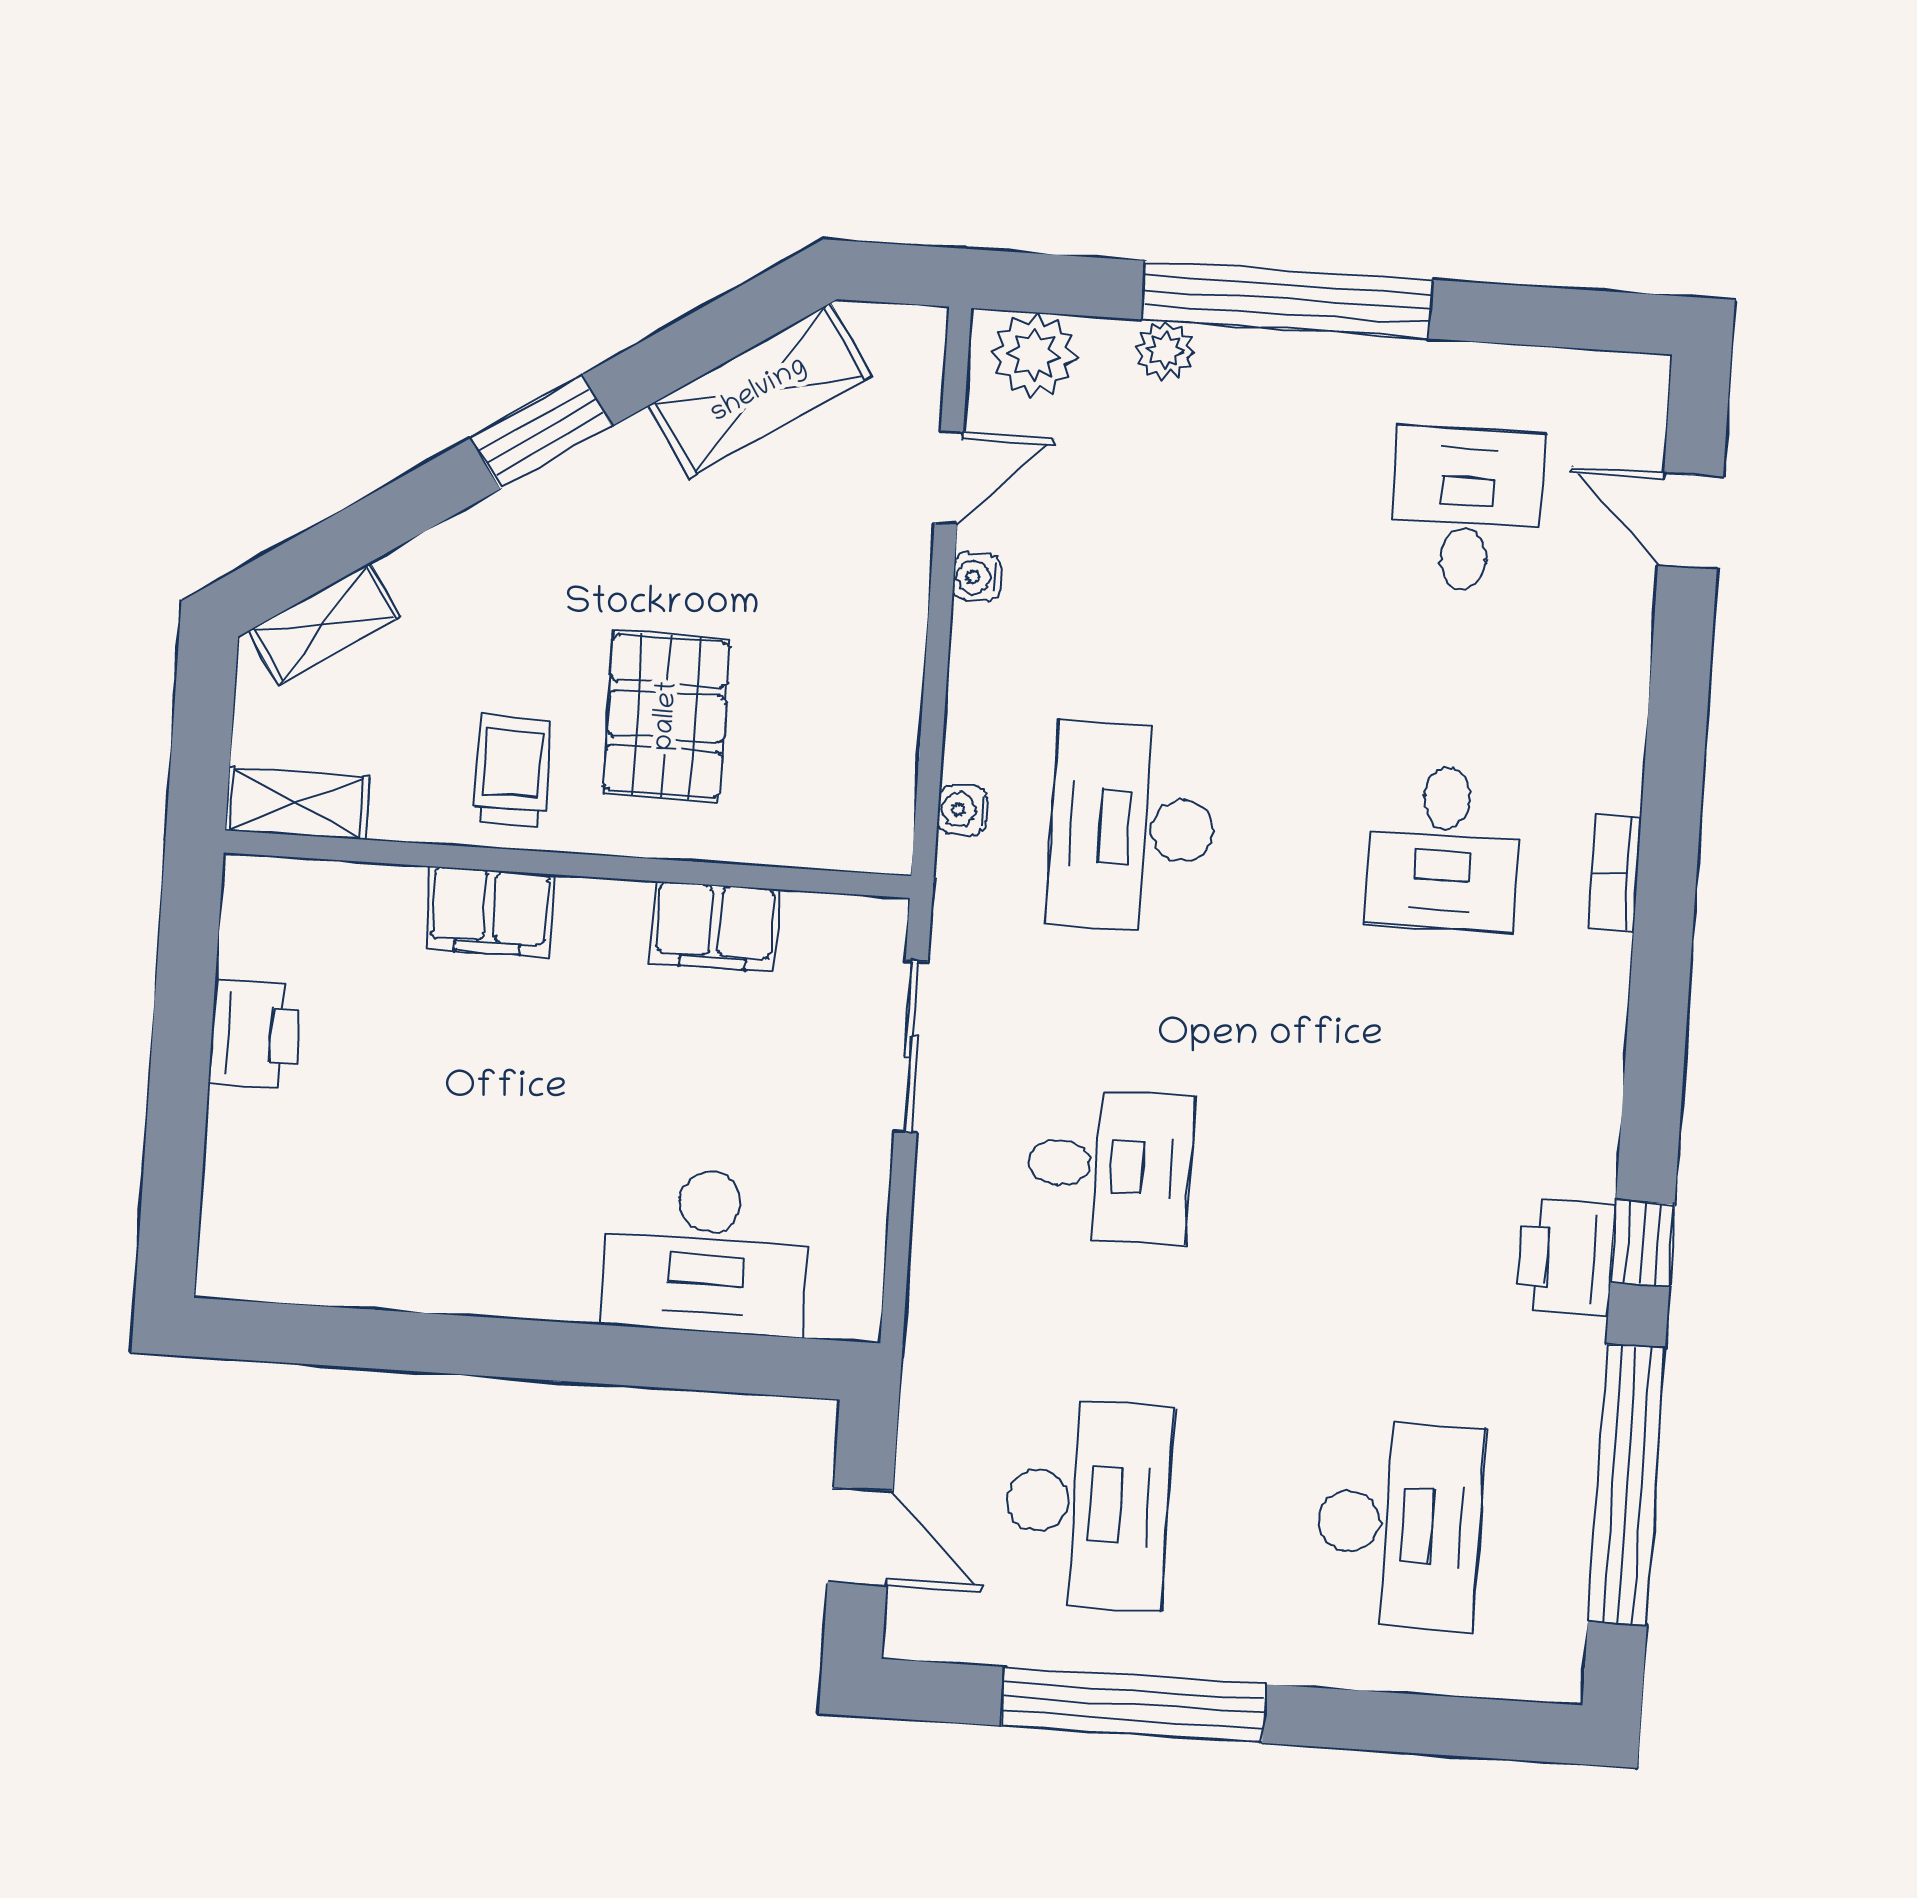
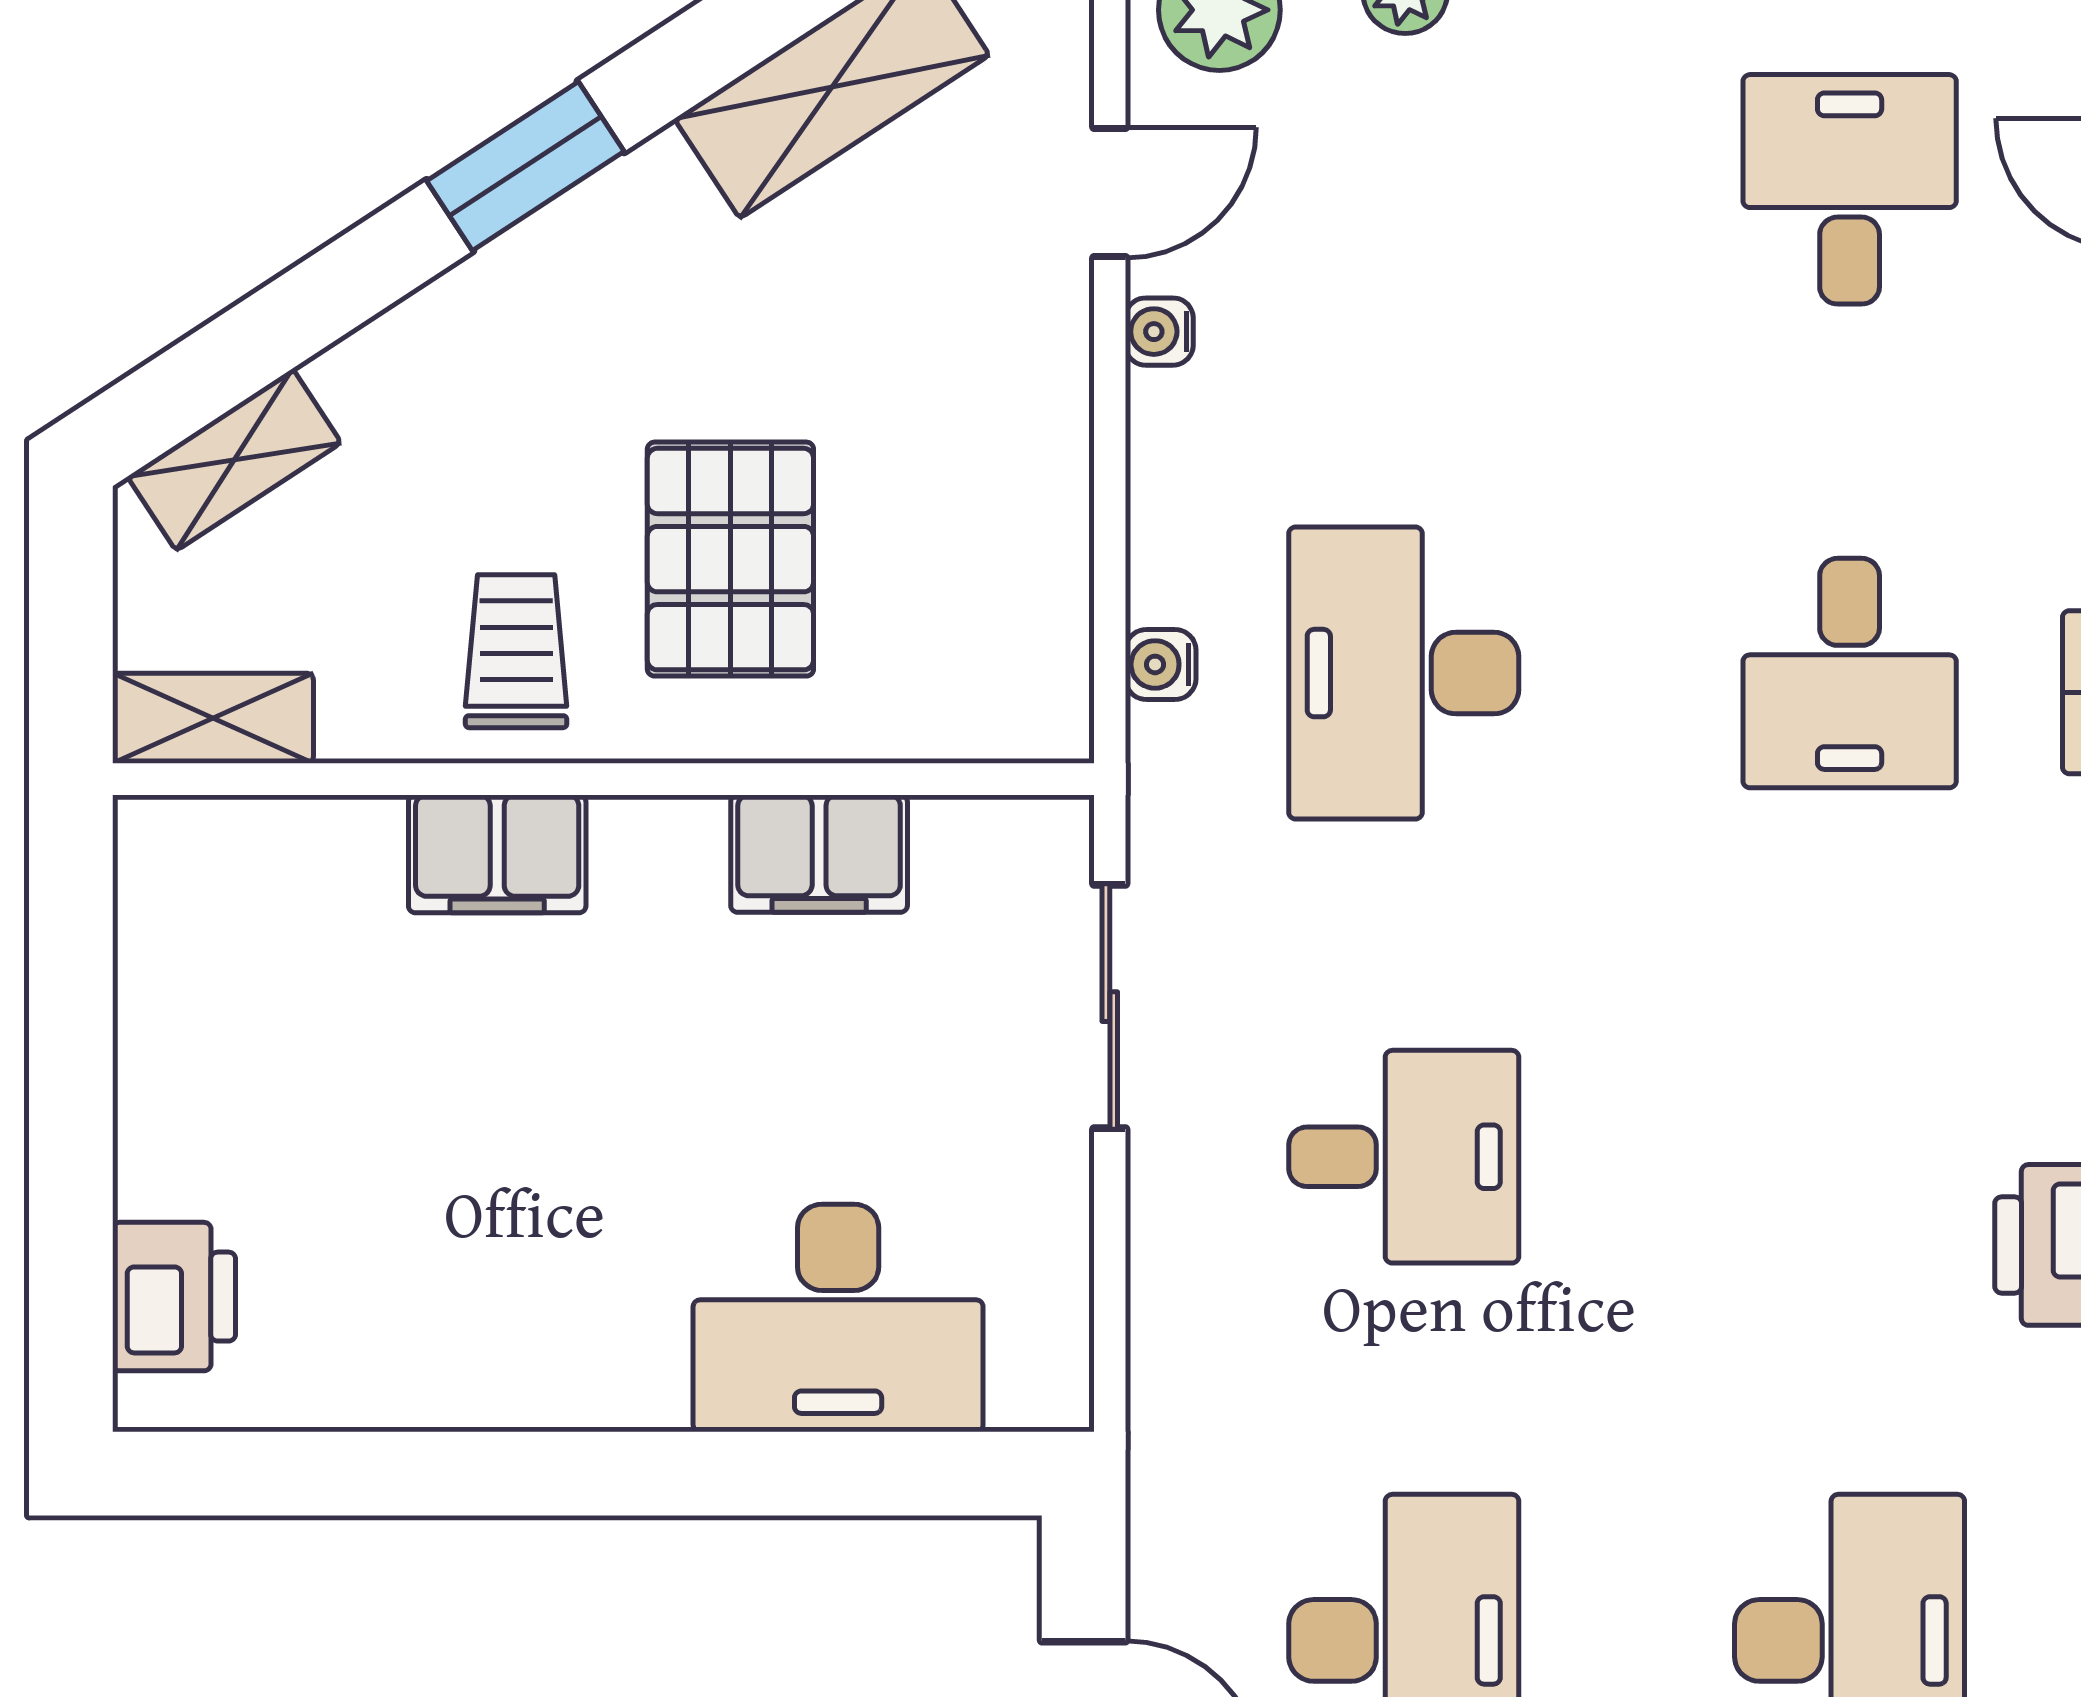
printer: (255, 1034) -> (174, 1297), moved

